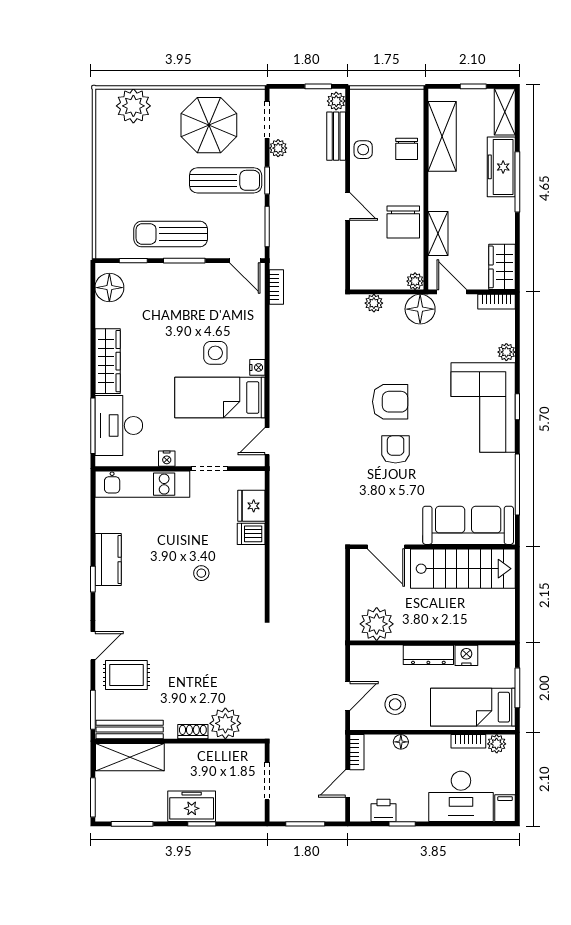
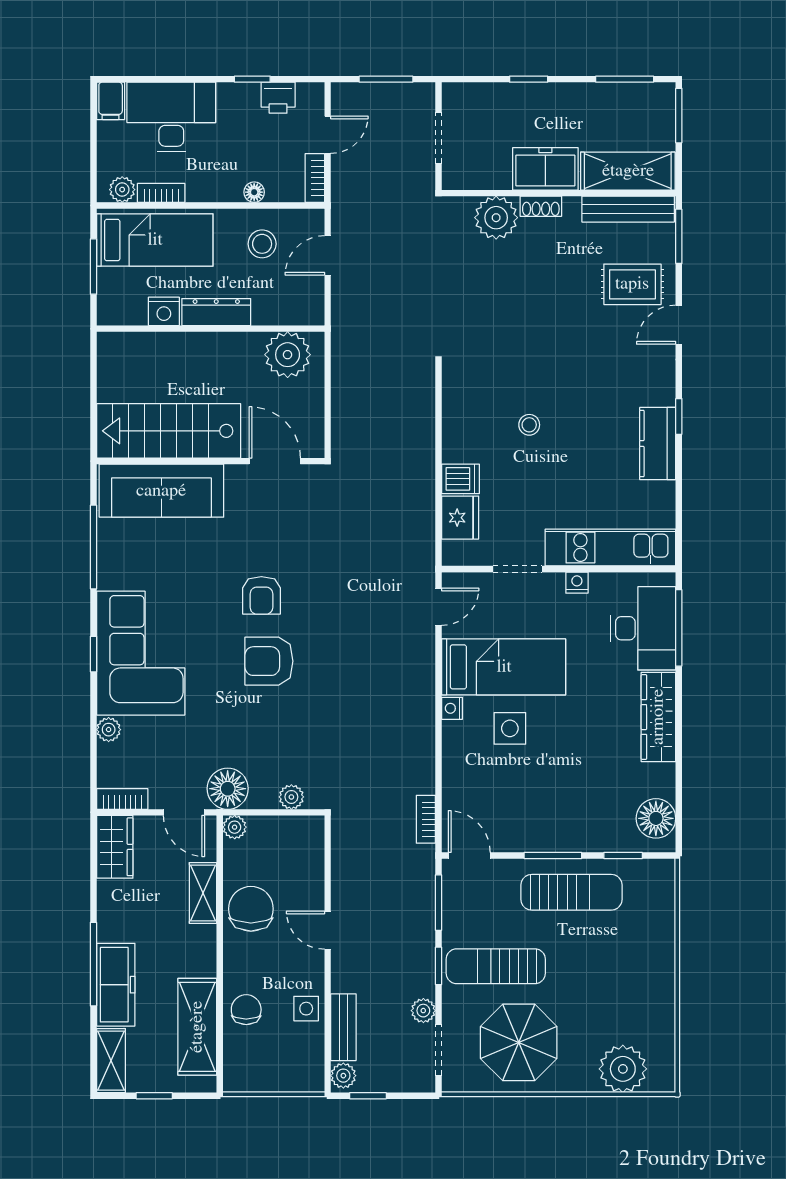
freezer: (192, 806) -> (545, 169), moved, turned 180

